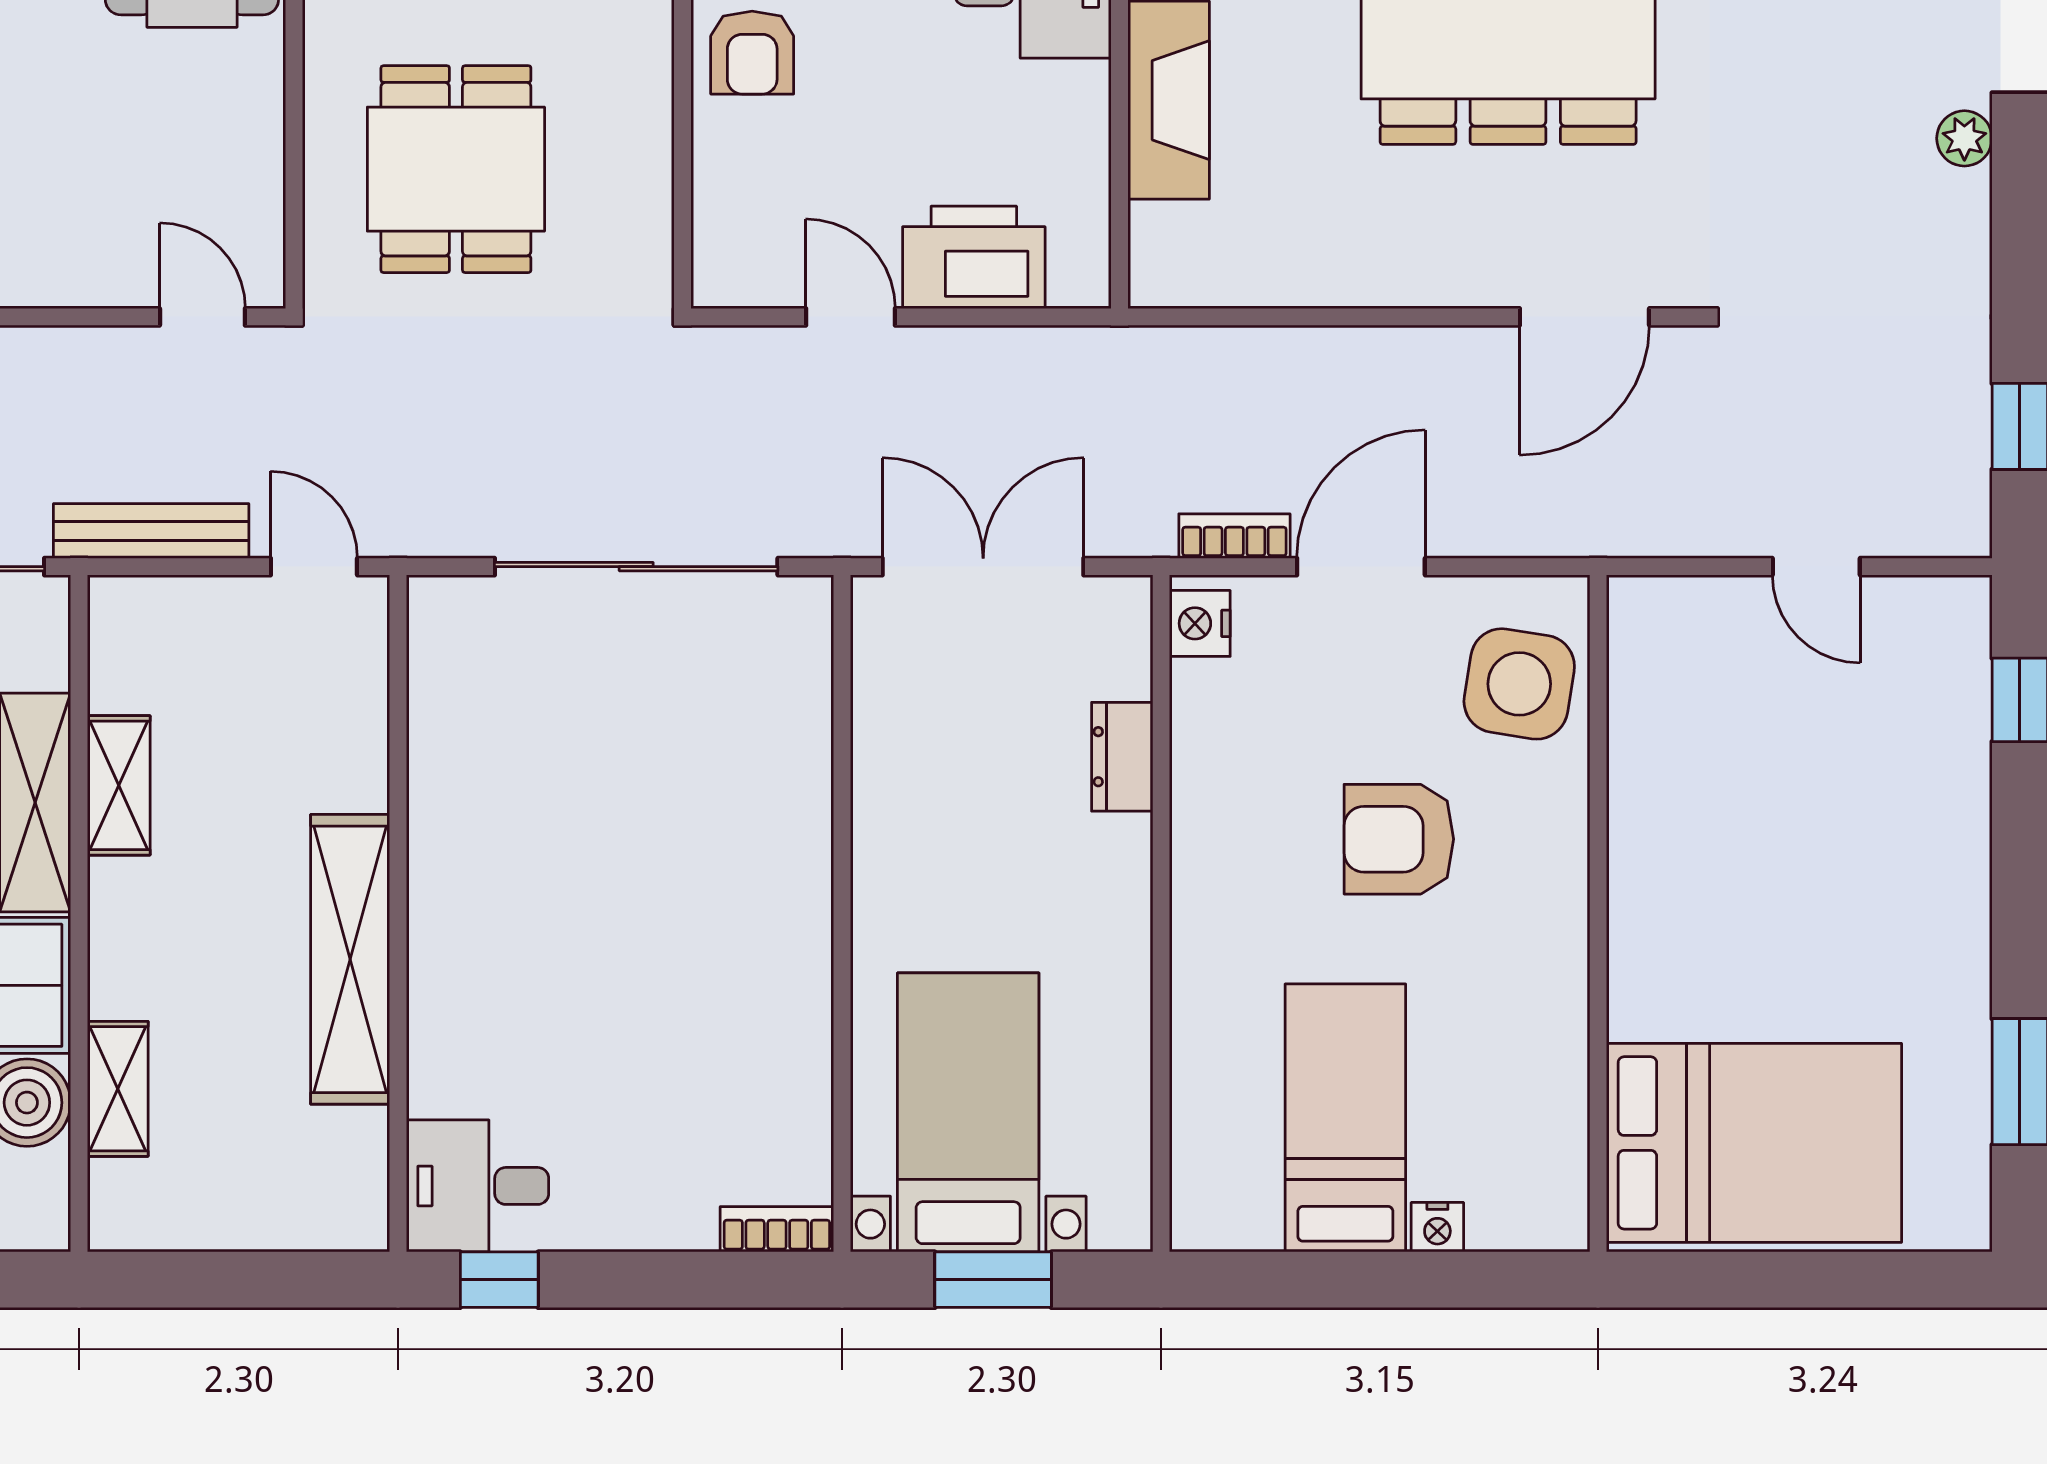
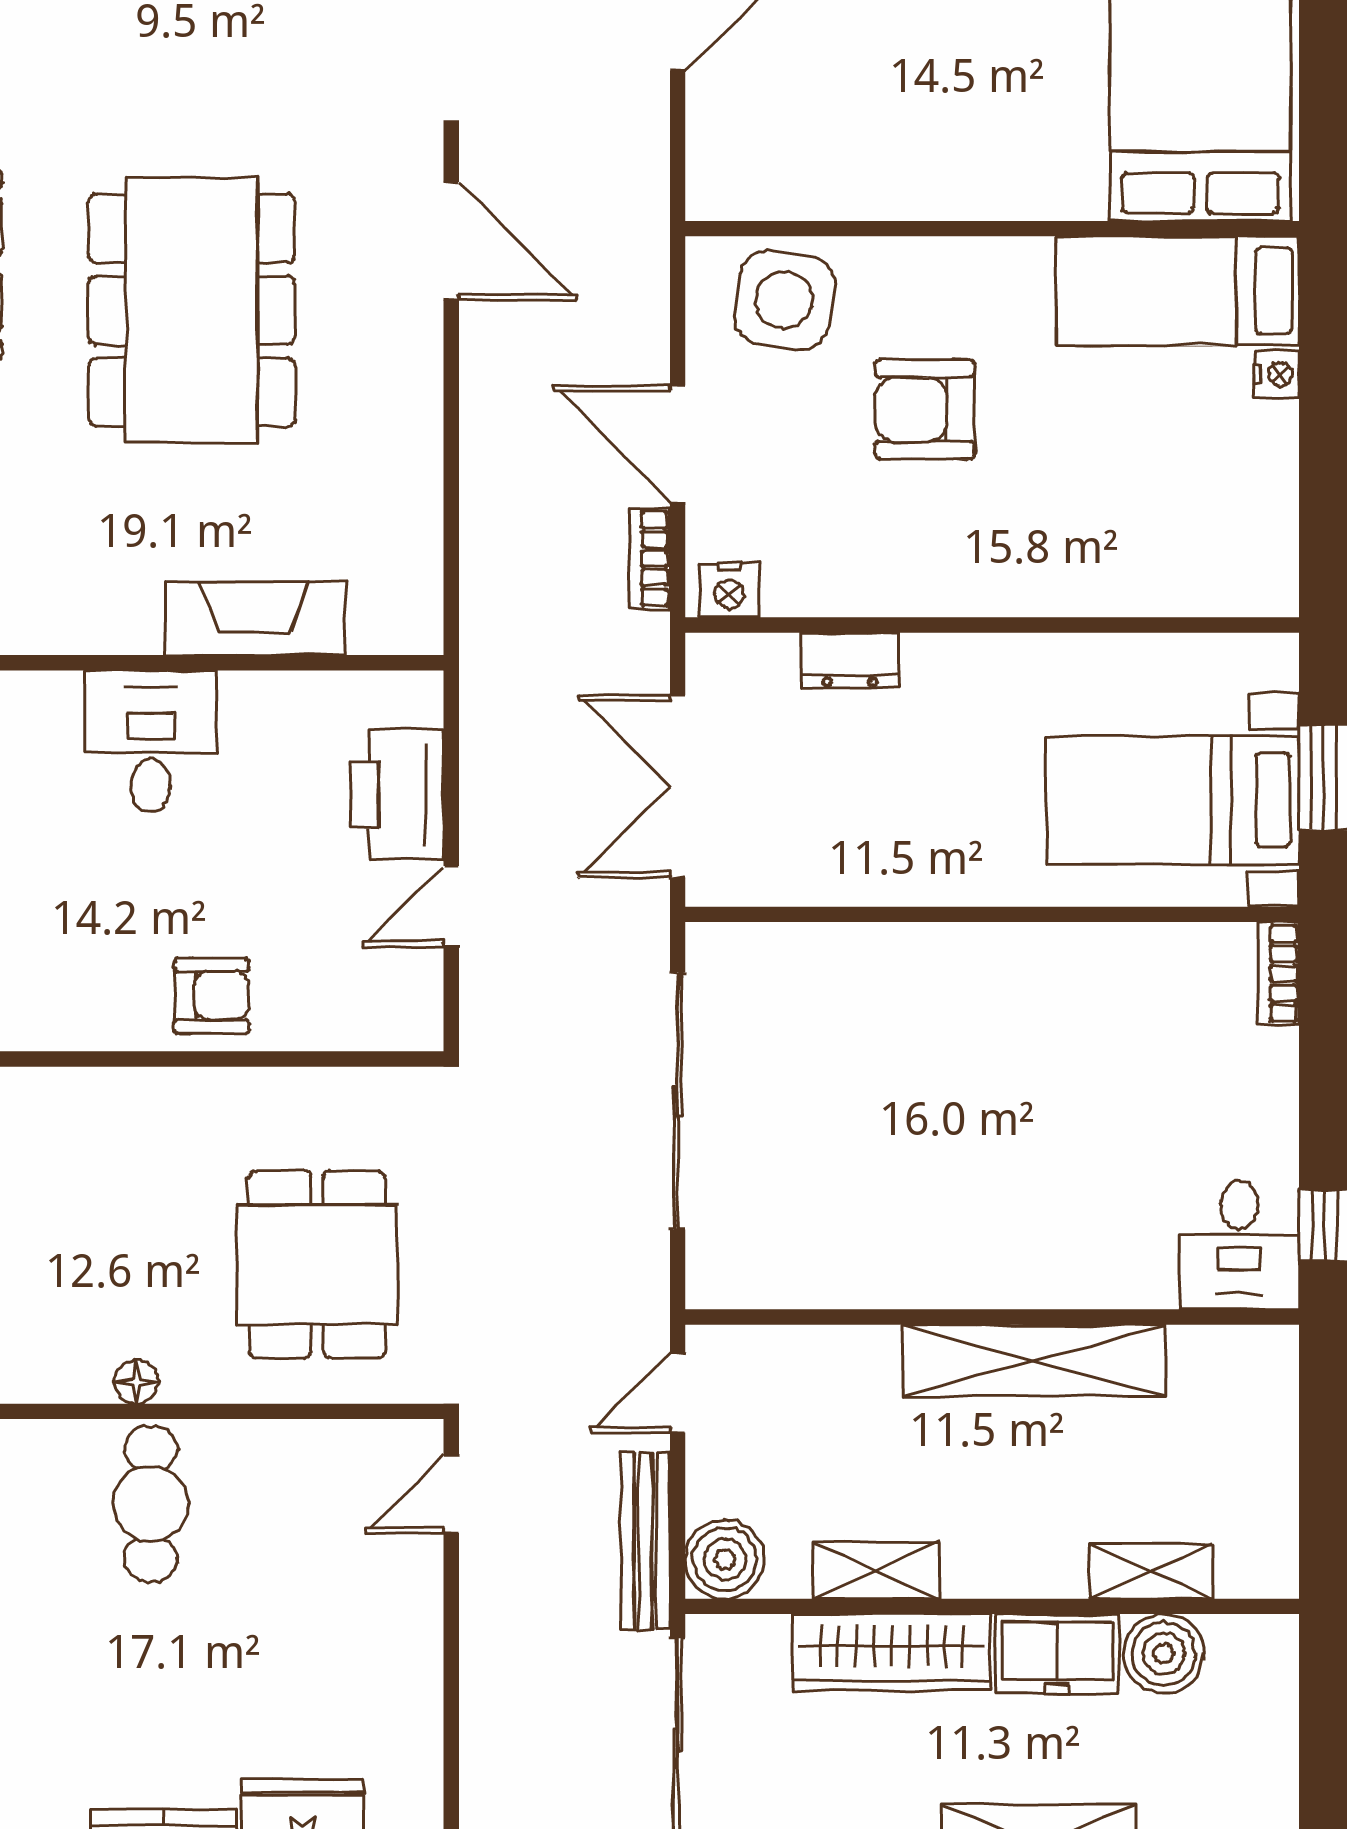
dining table: (456, 169) -> (317, 1264), turned 90
boiler: (131, 619) -> (725, 1559), added
armchair: (1399, 839) -> (925, 409), turned 90
bed: (1345, 1118) -> (1178, 291), moved

